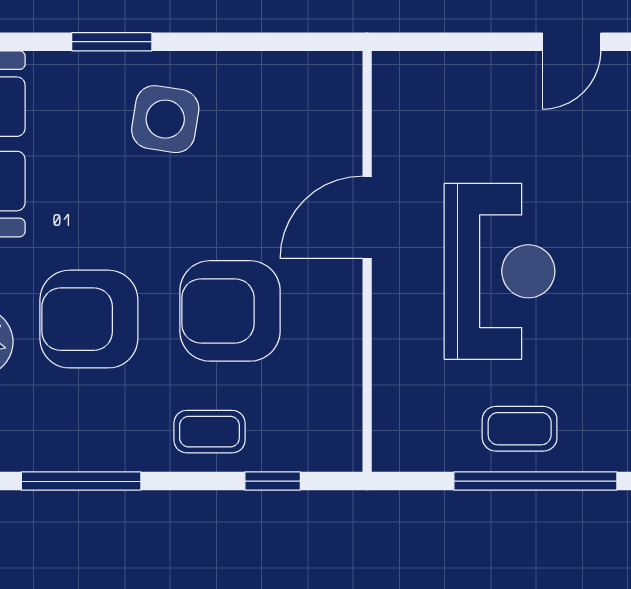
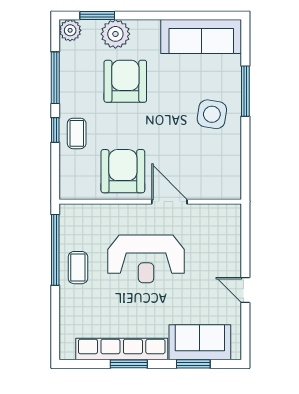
window: (112, 42) -> (245, 91), width x1.44
armchair: (230, 311) -> (123, 171), moved
window: (273, 481) -> (55, 130), moved
window: (535, 481) -> (55, 250), moved

